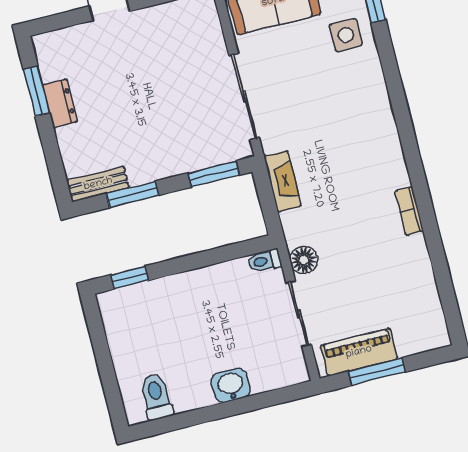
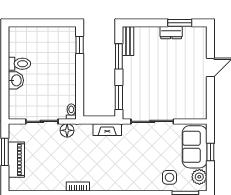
piano: (359, 352) -> (16, 160), moved
toilet: (156, 397) -> (19, 64), moved

